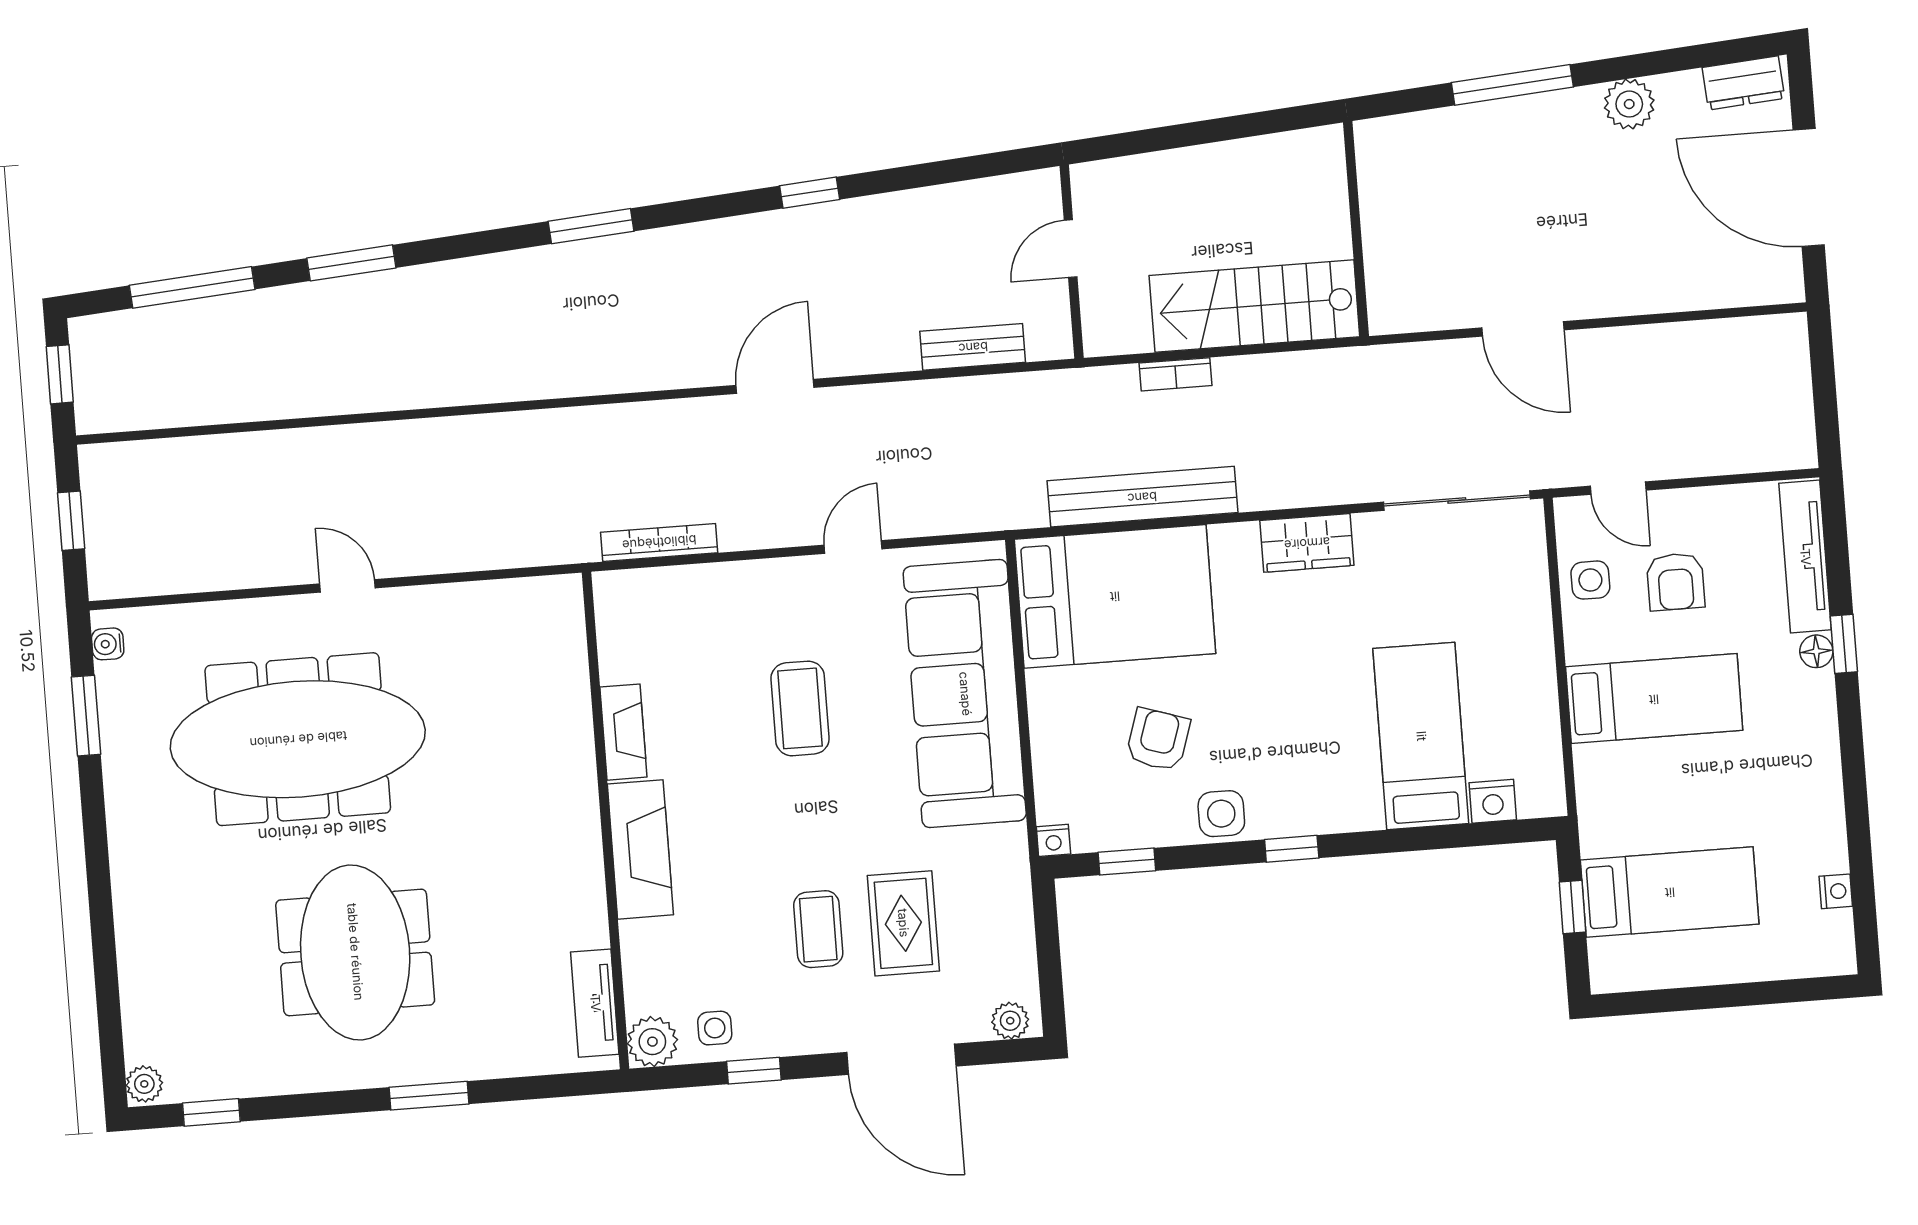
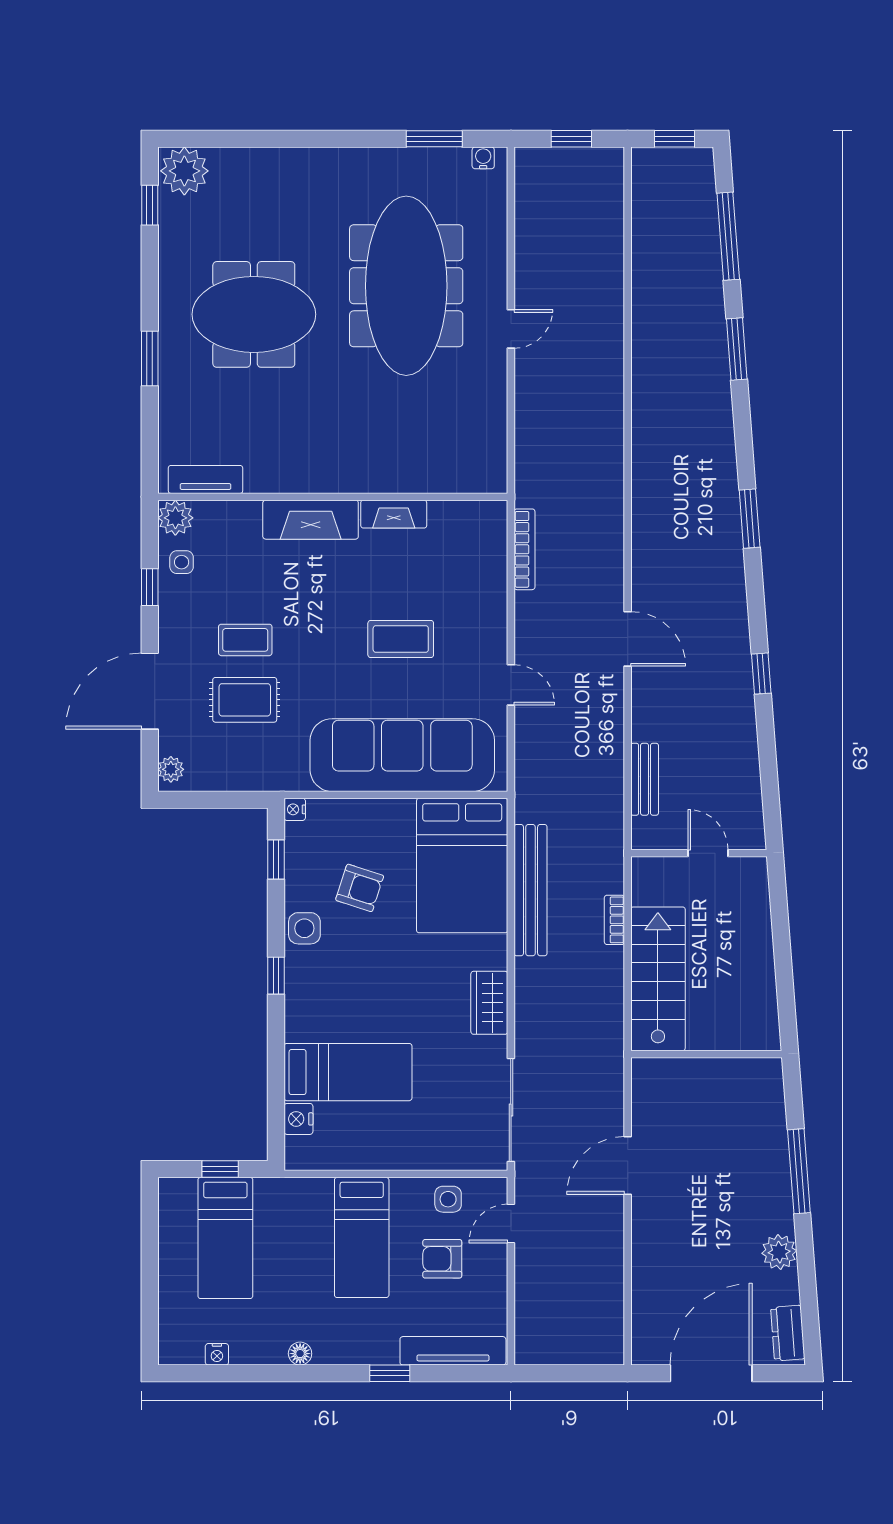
floor lamp: (1816, 651) -> (300, 1354), moved
plant: (144, 1084) -> (184, 171), width x1.88, depth x1.88

